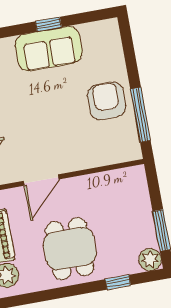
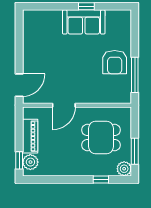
armchair: (106, 101) -> (115, 62), turned 180
dining table: (70, 249) -> (101, 138), moved, turned 90

